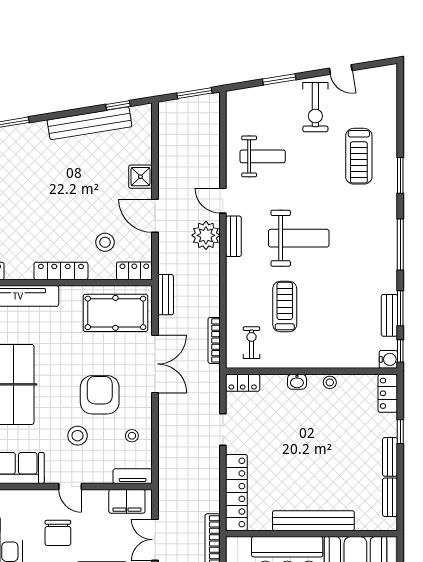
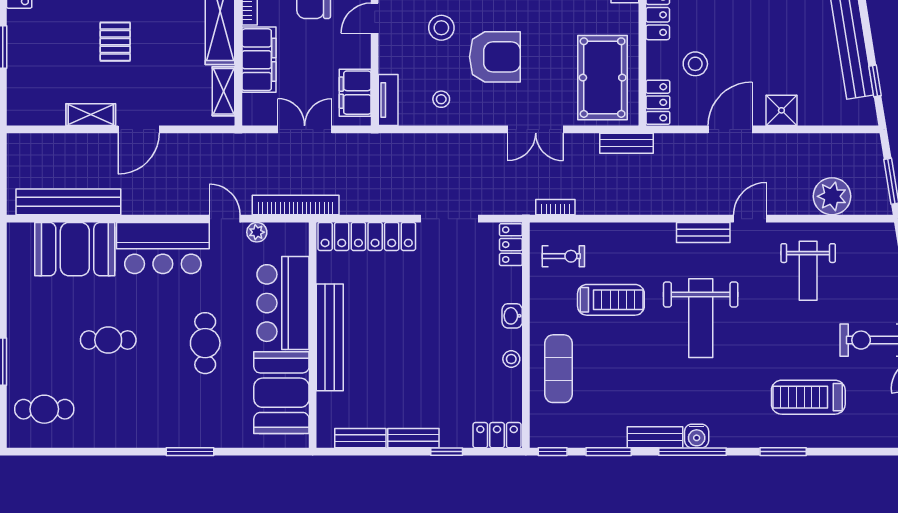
plant: (206, 235) -> (832, 196), moved
bench: (389, 315) -> (655, 437), moved
bookcase: (214, 340) -> (555, 207), width x0.64
exercise mat: (337, 346) -> (559, 369), added
water cooler: (388, 359) -> (697, 436), moved
double door: (155, 364) -> (536, 129), width x0.73
doorway: (223, 430) -> (449, 219), width x1.38

